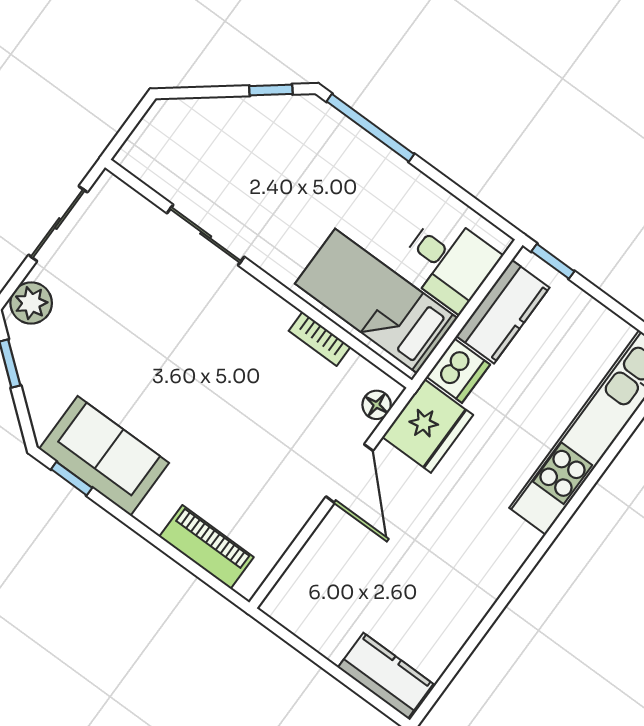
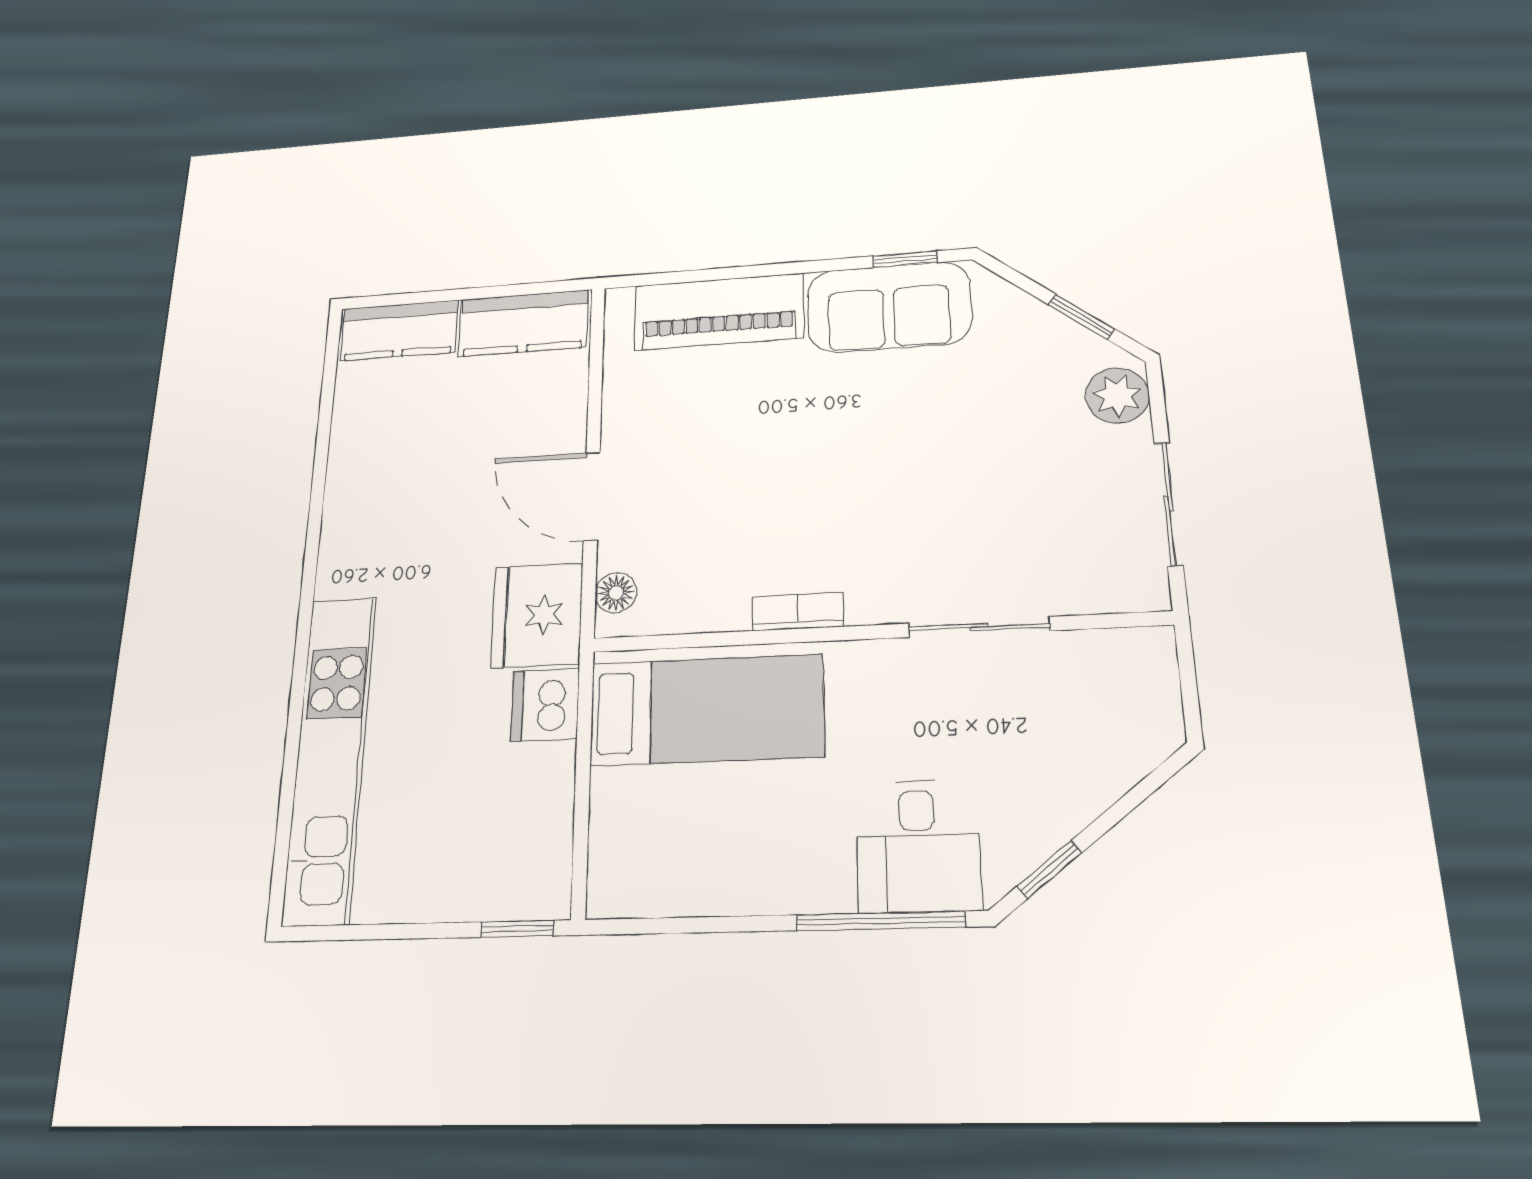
desk: (449, 262) -> (918, 846), moved, turned -90
kitchen counter: (503, 312) -> (523, 323), moved, turned -90
bookcase: (320, 339) -> (798, 612), moved
piano: (206, 547) -> (719, 312), width x1.37, depth x1.33

